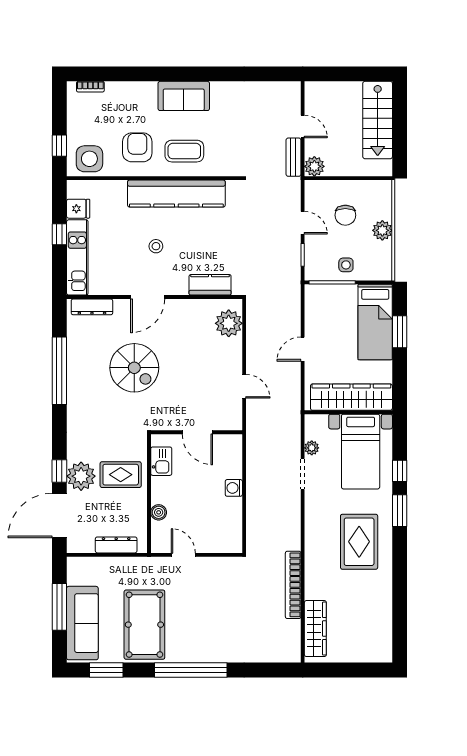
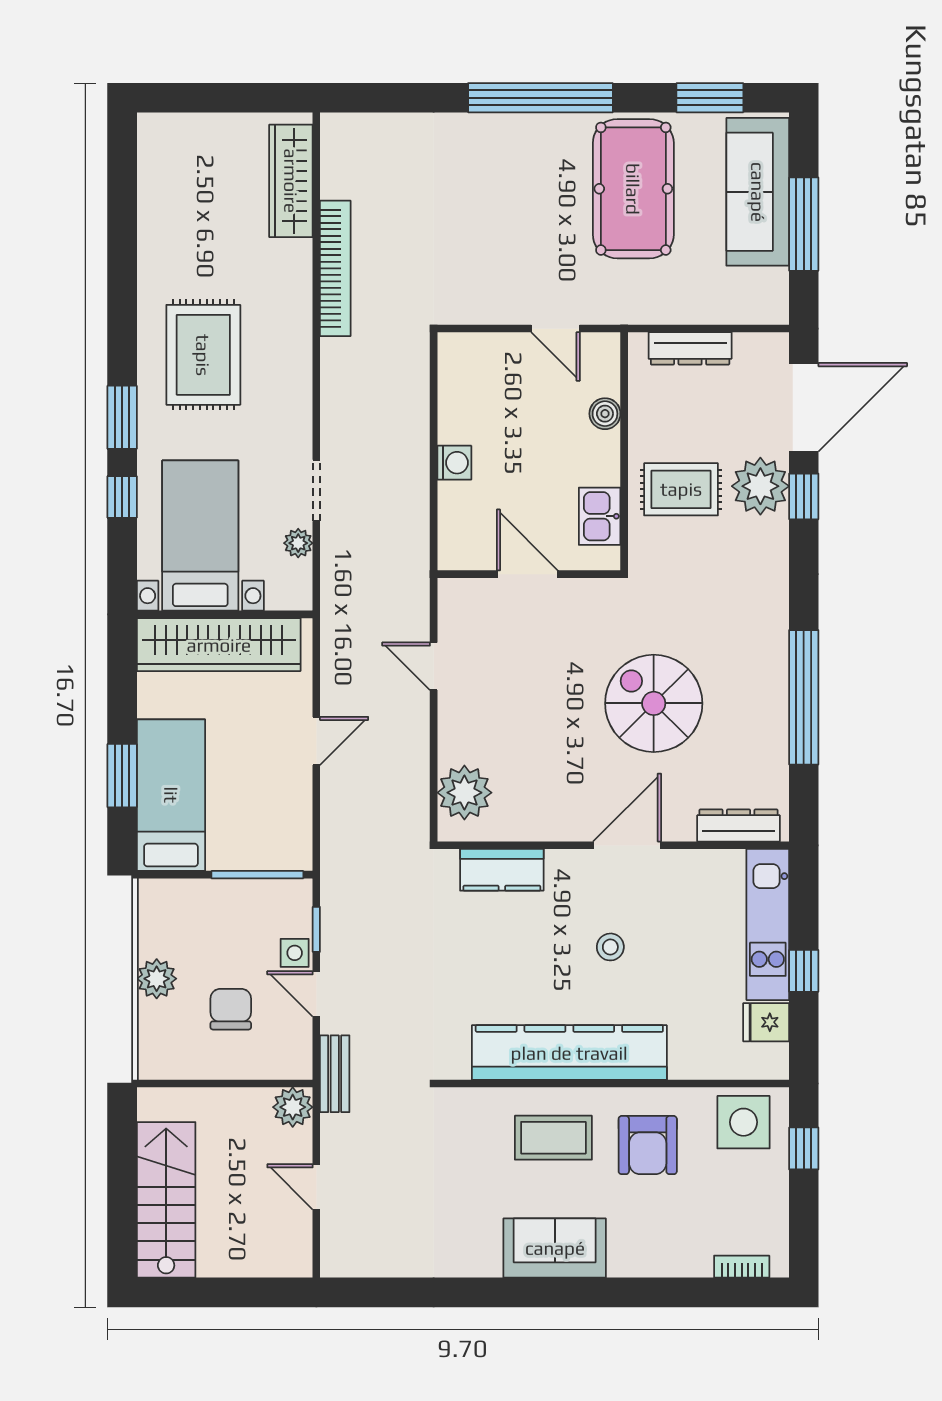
bench: (293, 157) -> (335, 1074), moved
side table: (346, 265) -> (295, 953), moved

